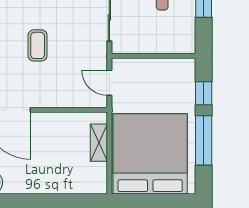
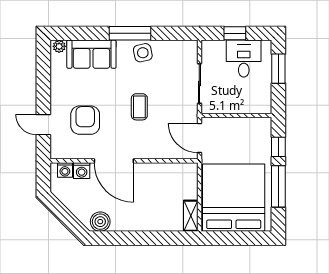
door: (109, 83) -> (199, 138), width x1.38
shelving: (99, 143) -> (191, 216), moved

